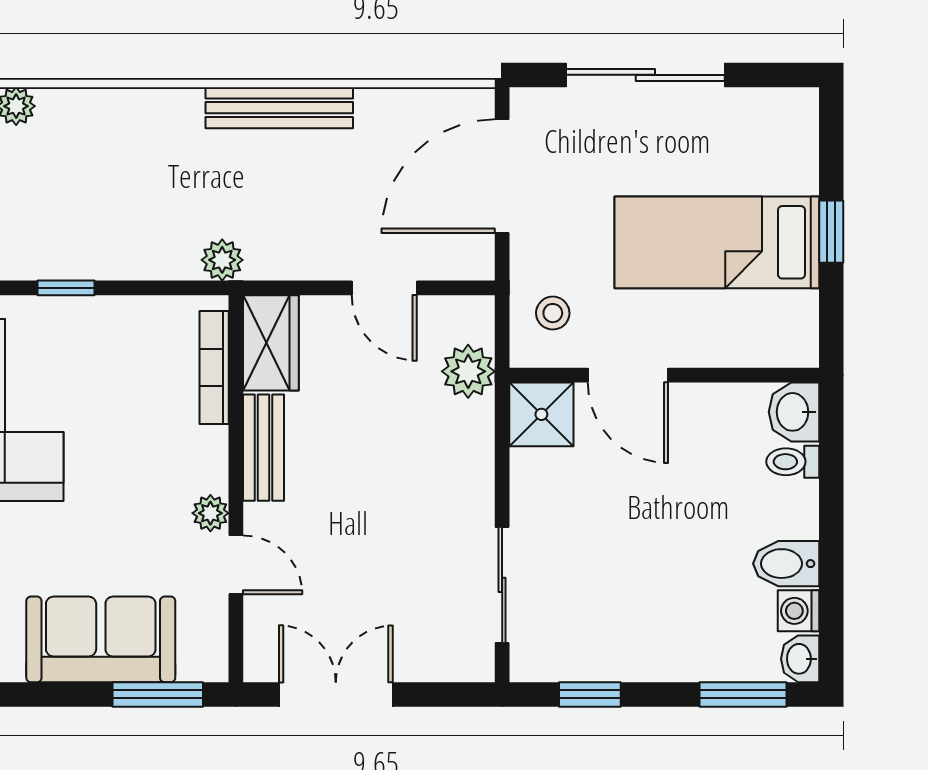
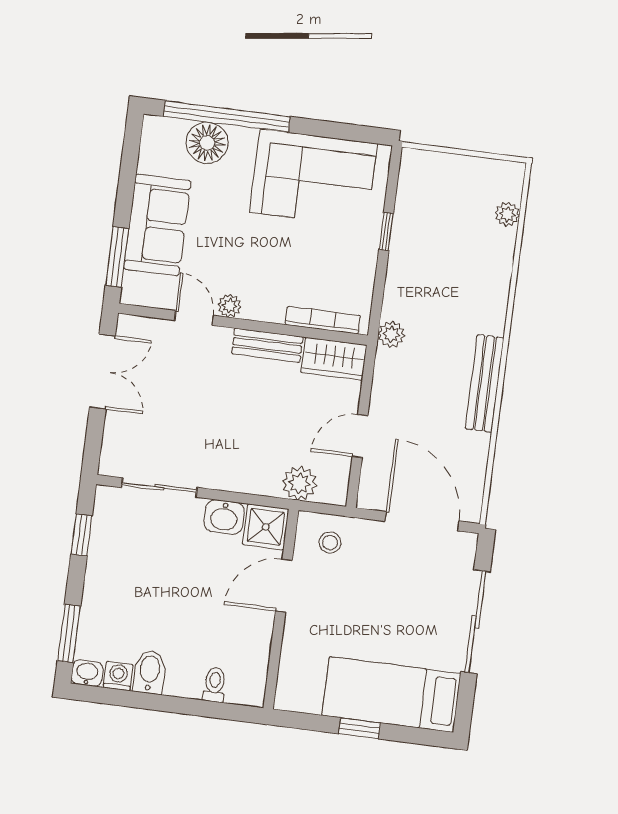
bed: (717, 242) -> (391, 694), moved, turned -90
washbasin: (794, 412) -> (224, 517), moved, turned 180
door: (236, 565) -> (194, 318), swing flipped

